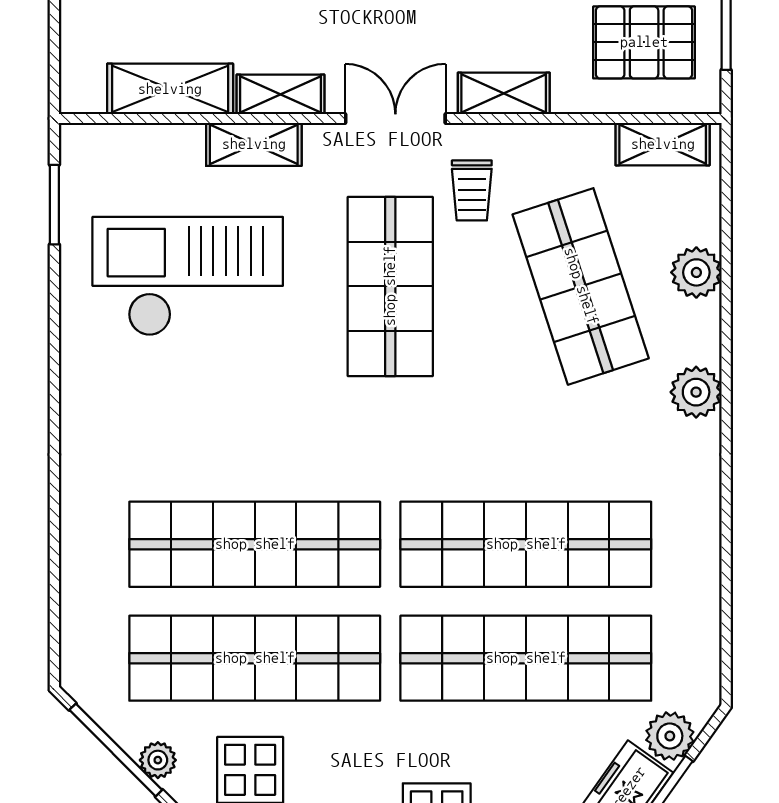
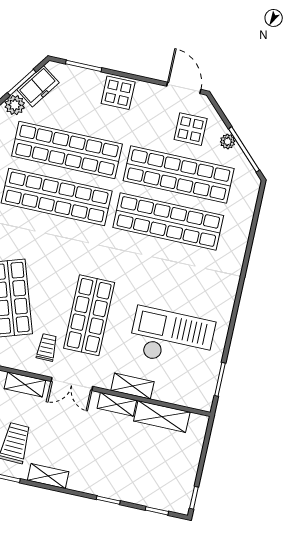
checkout: (188, 276) -> (172, 338), turned 180

